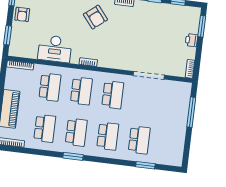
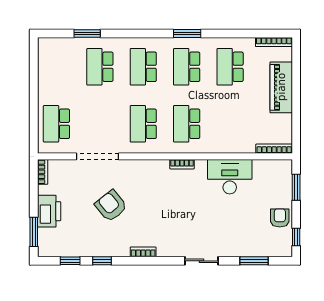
armchair: (95, 17) -> (111, 206), moved
printer: (192, 40) -> (49, 211), width x1.87, depth x1.48
school desk: (50, 87) -> (56, 124), moved
window: (191, 112) -> (34, 113), removed

